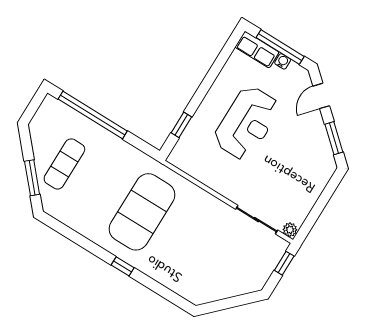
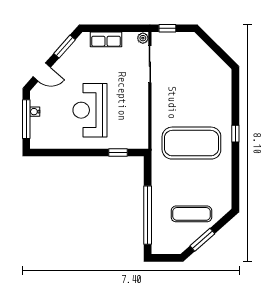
row of seats: (257, 50) -> (106, 39), moved, turned 90
reception desk: (247, 123) -> (90, 110), turned -90
window: (32, 178) -> (202, 240), moved

